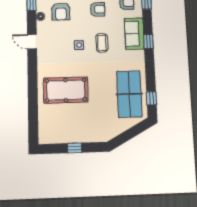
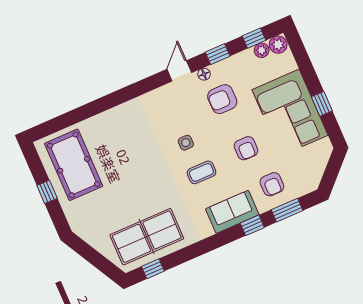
door: (32, 42) -> (179, 71), moved
window: (148, 42) -> (252, 225), moved
pool table: (66, 90) -> (74, 165), moved

